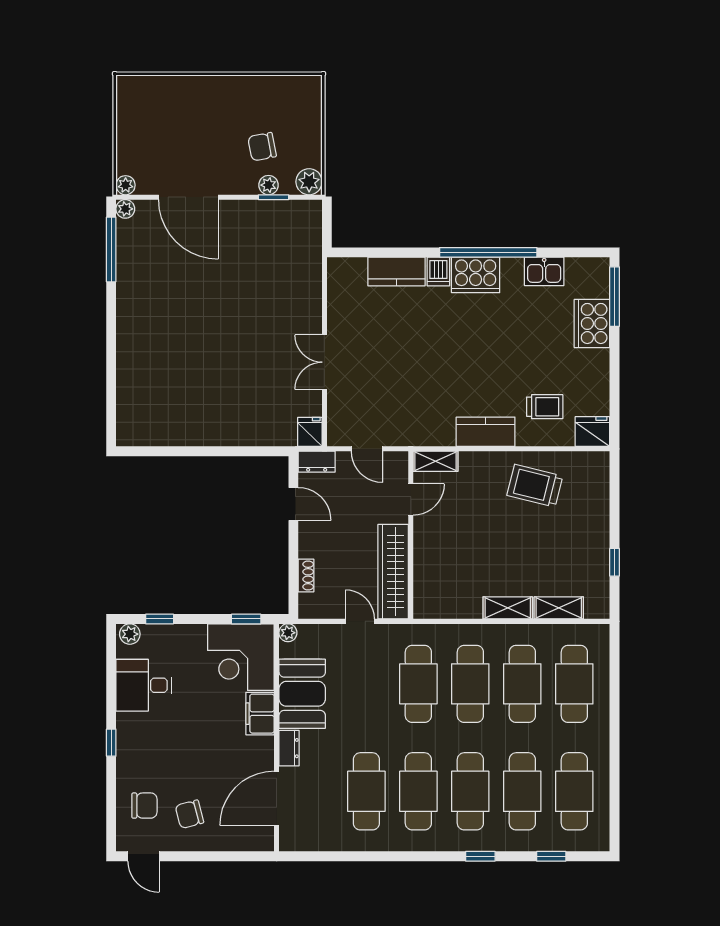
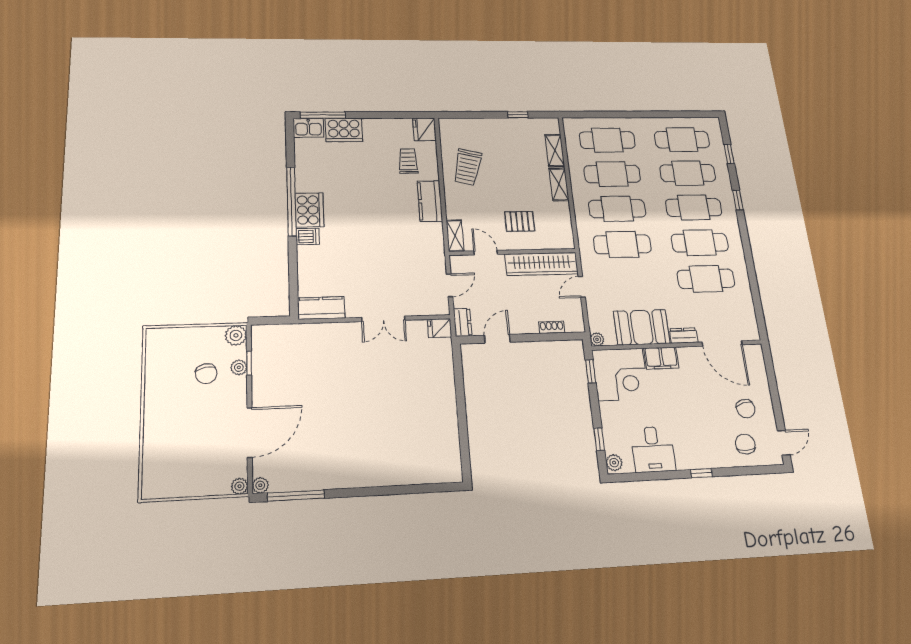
kitchen counter: (397, 271) -> (321, 308), moved, turned -90
kitchen sink: (544, 271) -> (308, 128), moved, turned 90
pallet: (454, 549) -> (520, 221), added

